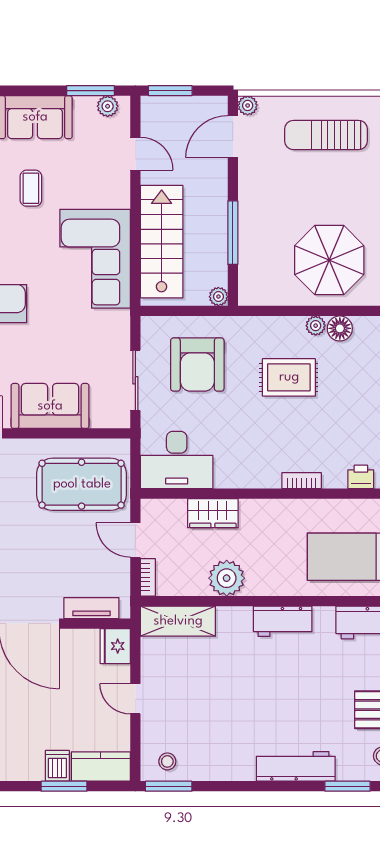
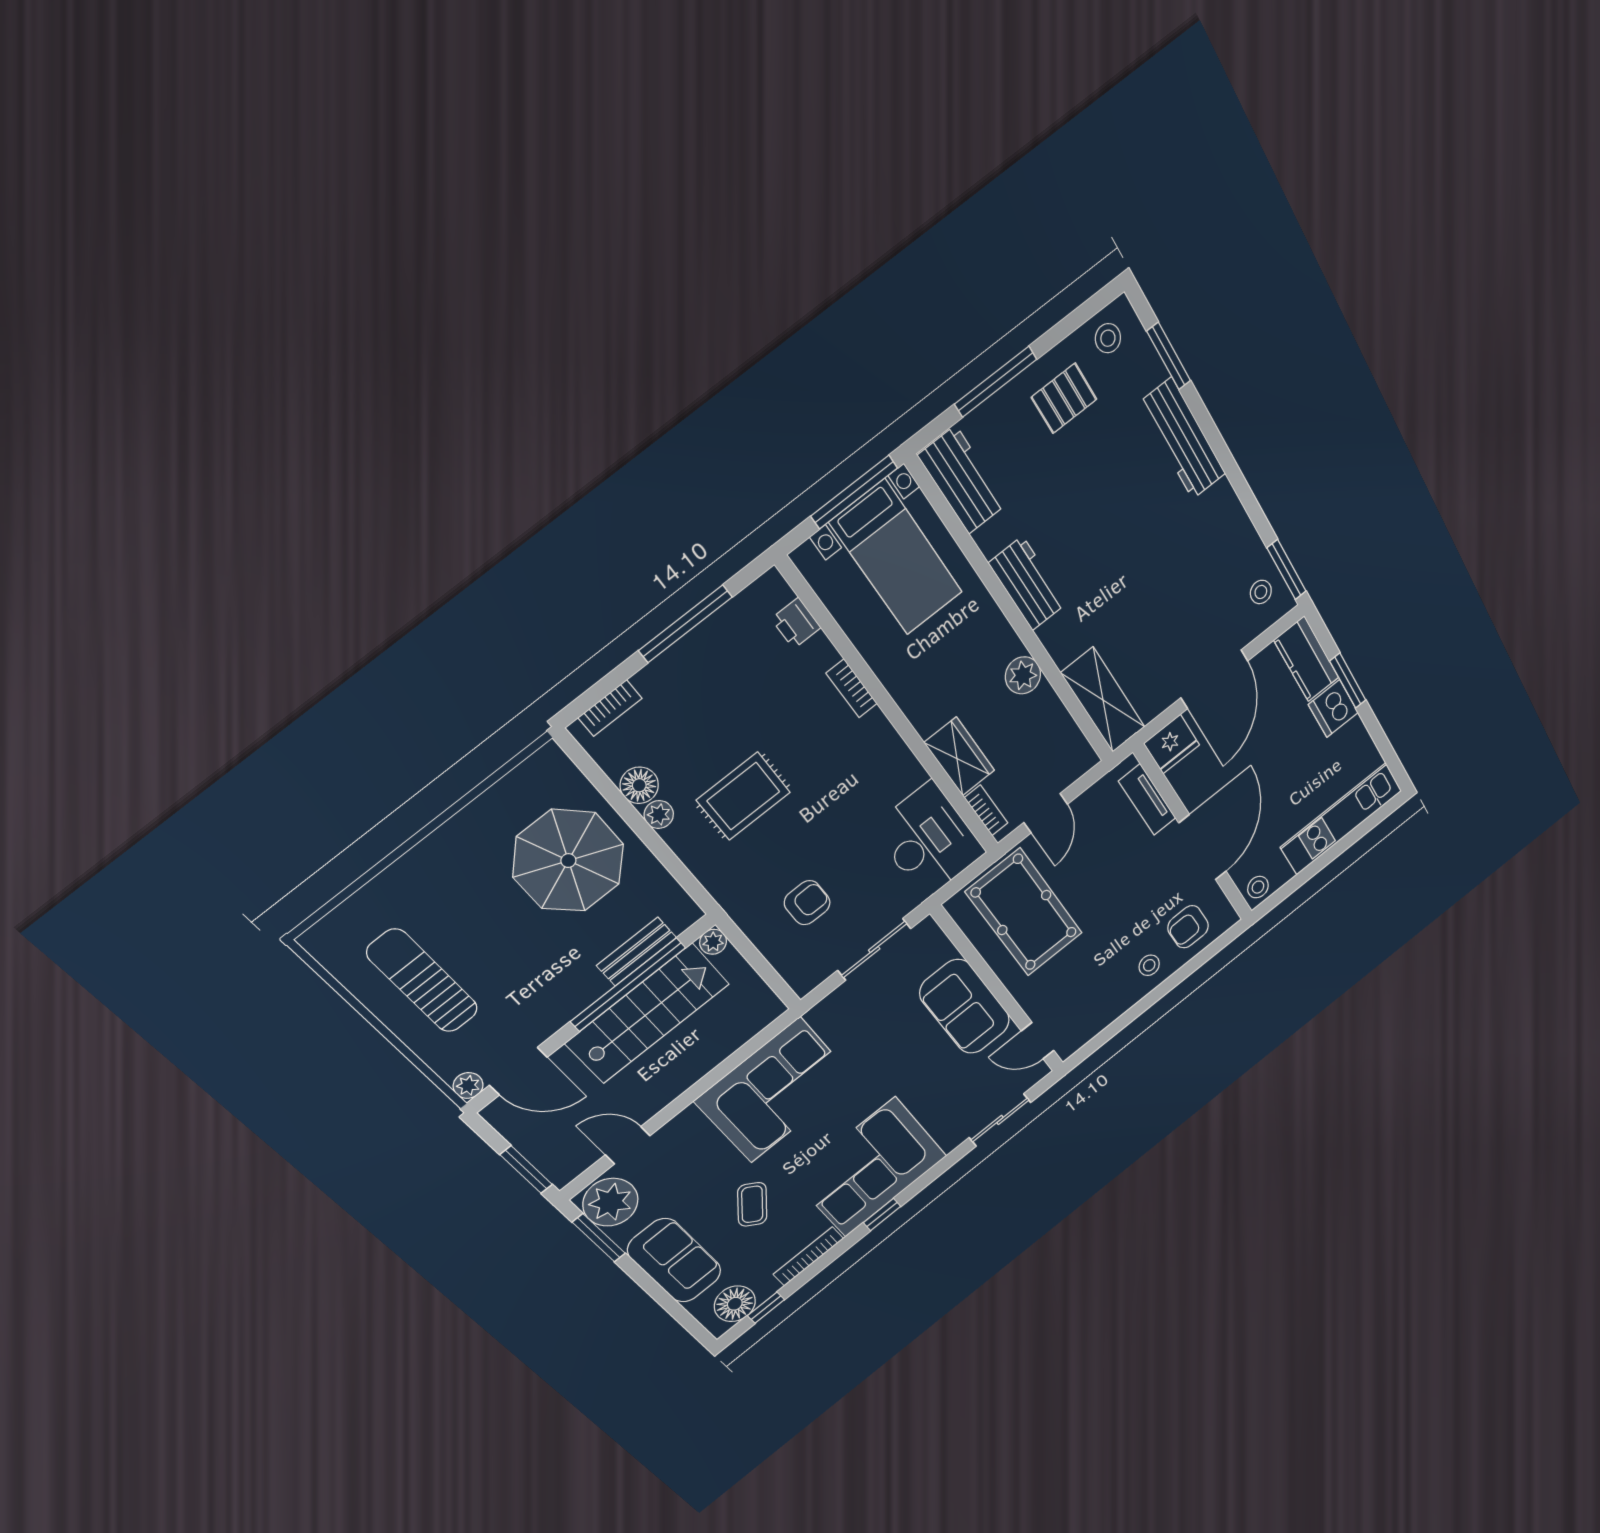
plant: (108, 106) -> (610, 1202), width x1.87, depth x1.87
sun lounger: (326, 135) -> (423, 981), turned 180
door: (135, 154) -> (628, 1145), hinge flipped
coffee table: (31, 188) -> (752, 1204), turned -54
window: (233, 233) -> (628, 985), width x1.46
stairs: (162, 242) -> (648, 1014), moved, turned 180
bench: (248, 252) -> (637, 952), added
armchair: (197, 365) -> (807, 903), width x0.53, depth x0.53
rug: (289, 377) -> (743, 796), turned 90
bookcase: (148, 577) -> (986, 810), moved, turned 90
plant: (227, 578) -> (1023, 675), width x0.73, depth x0.73
door: (135, 699) -> (1214, 679), width x1.88
dishwasher: (57, 766) -> (1333, 709), width x1.38

